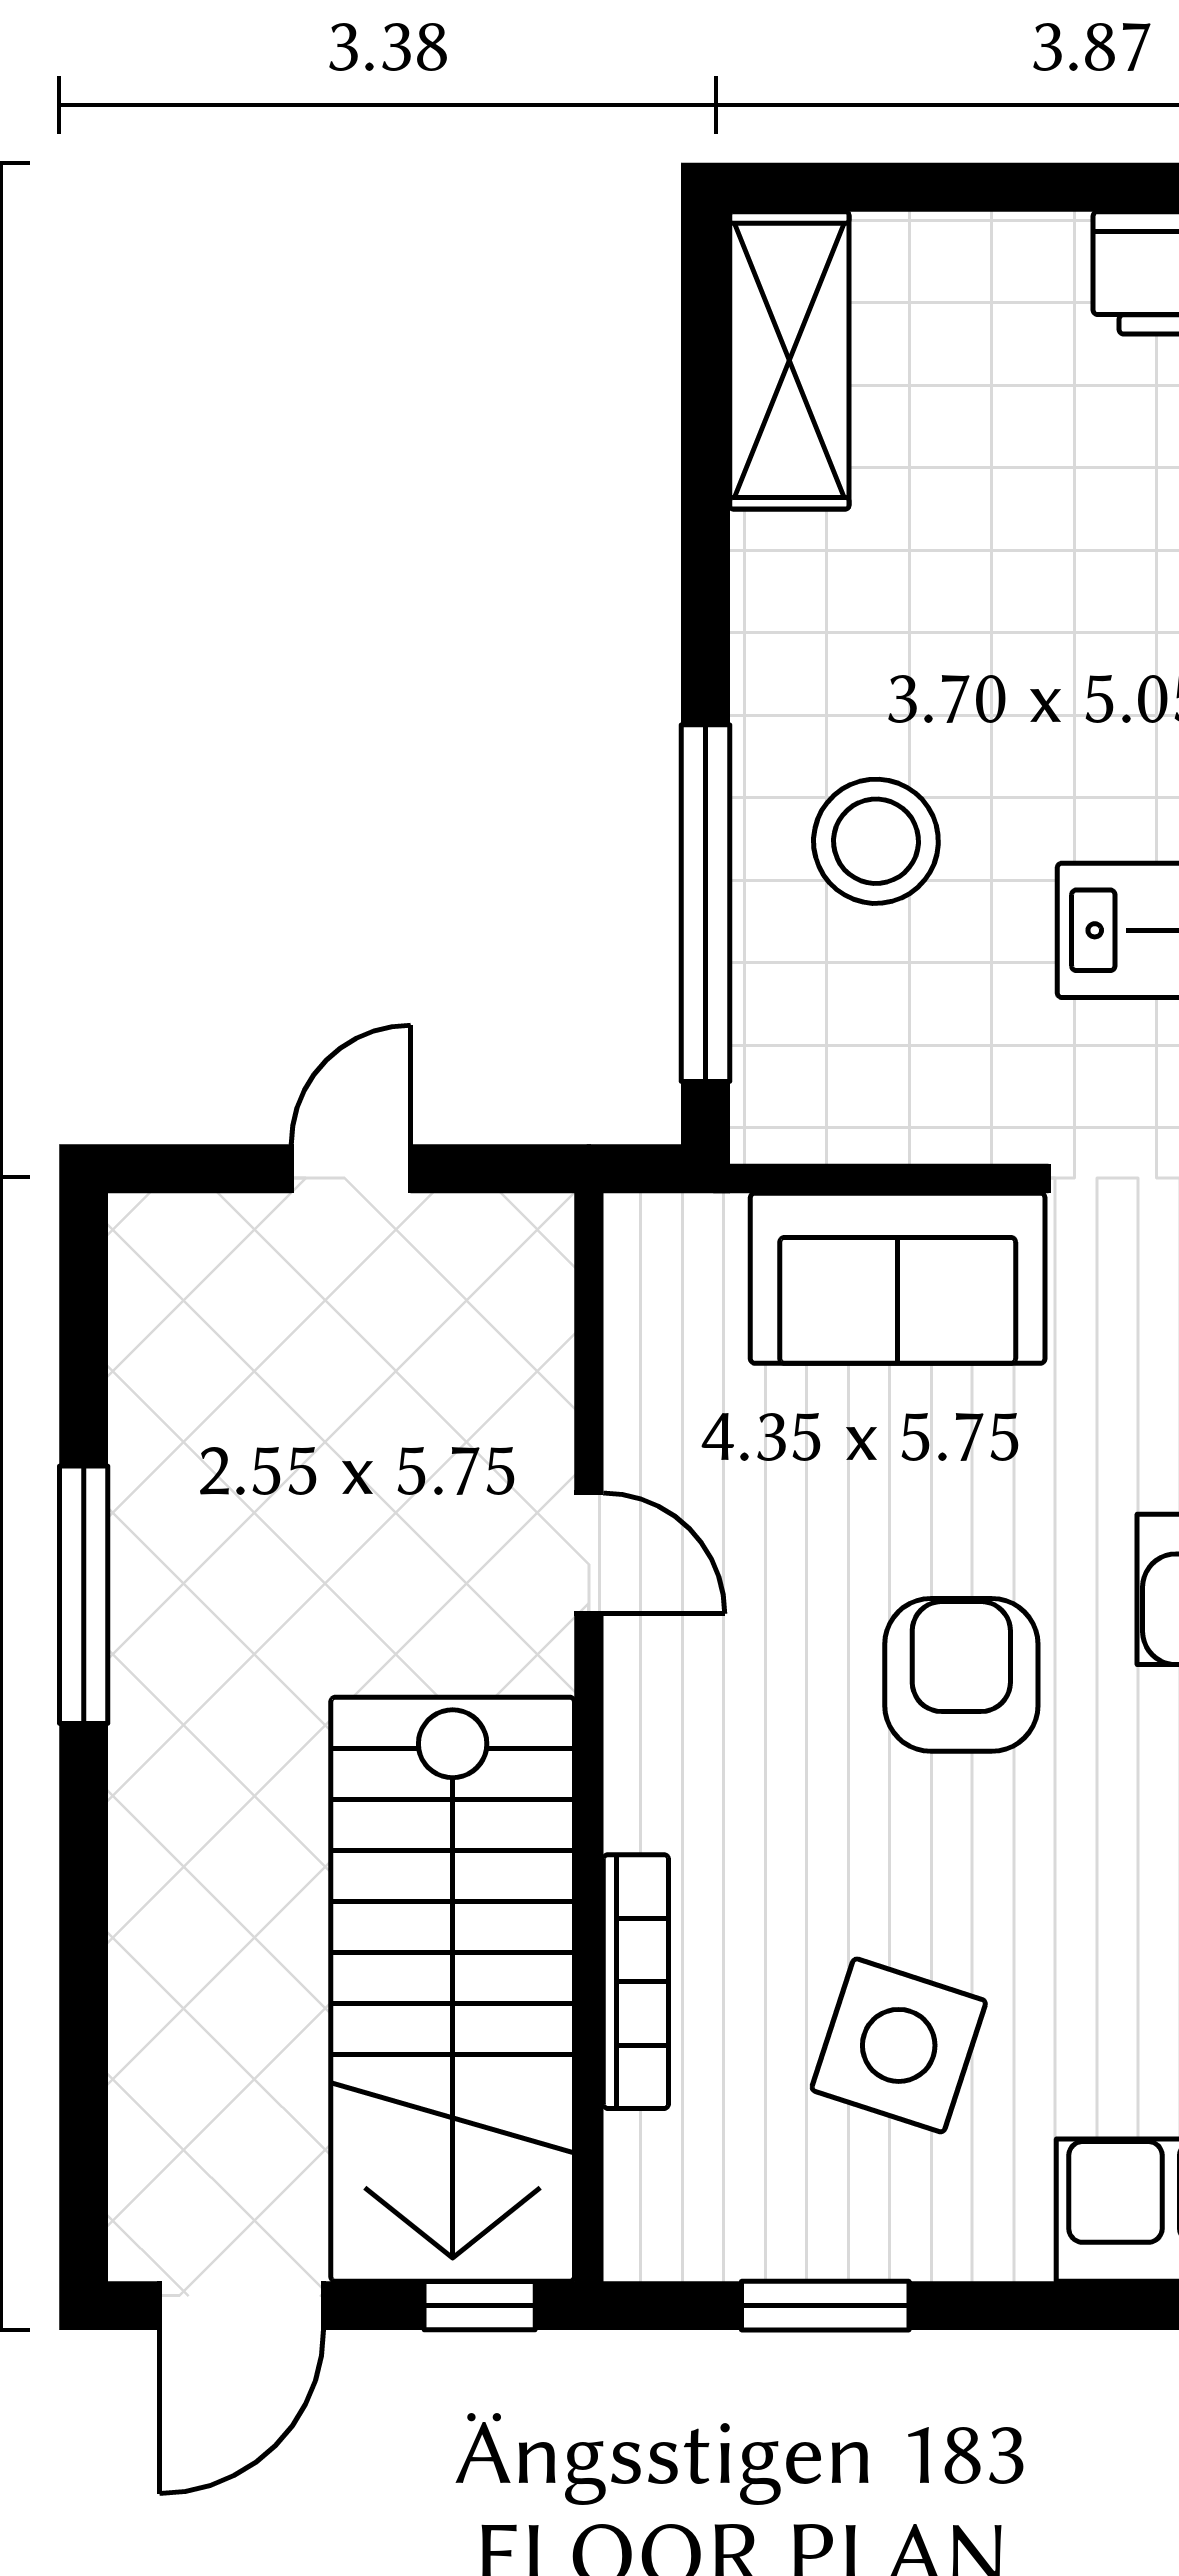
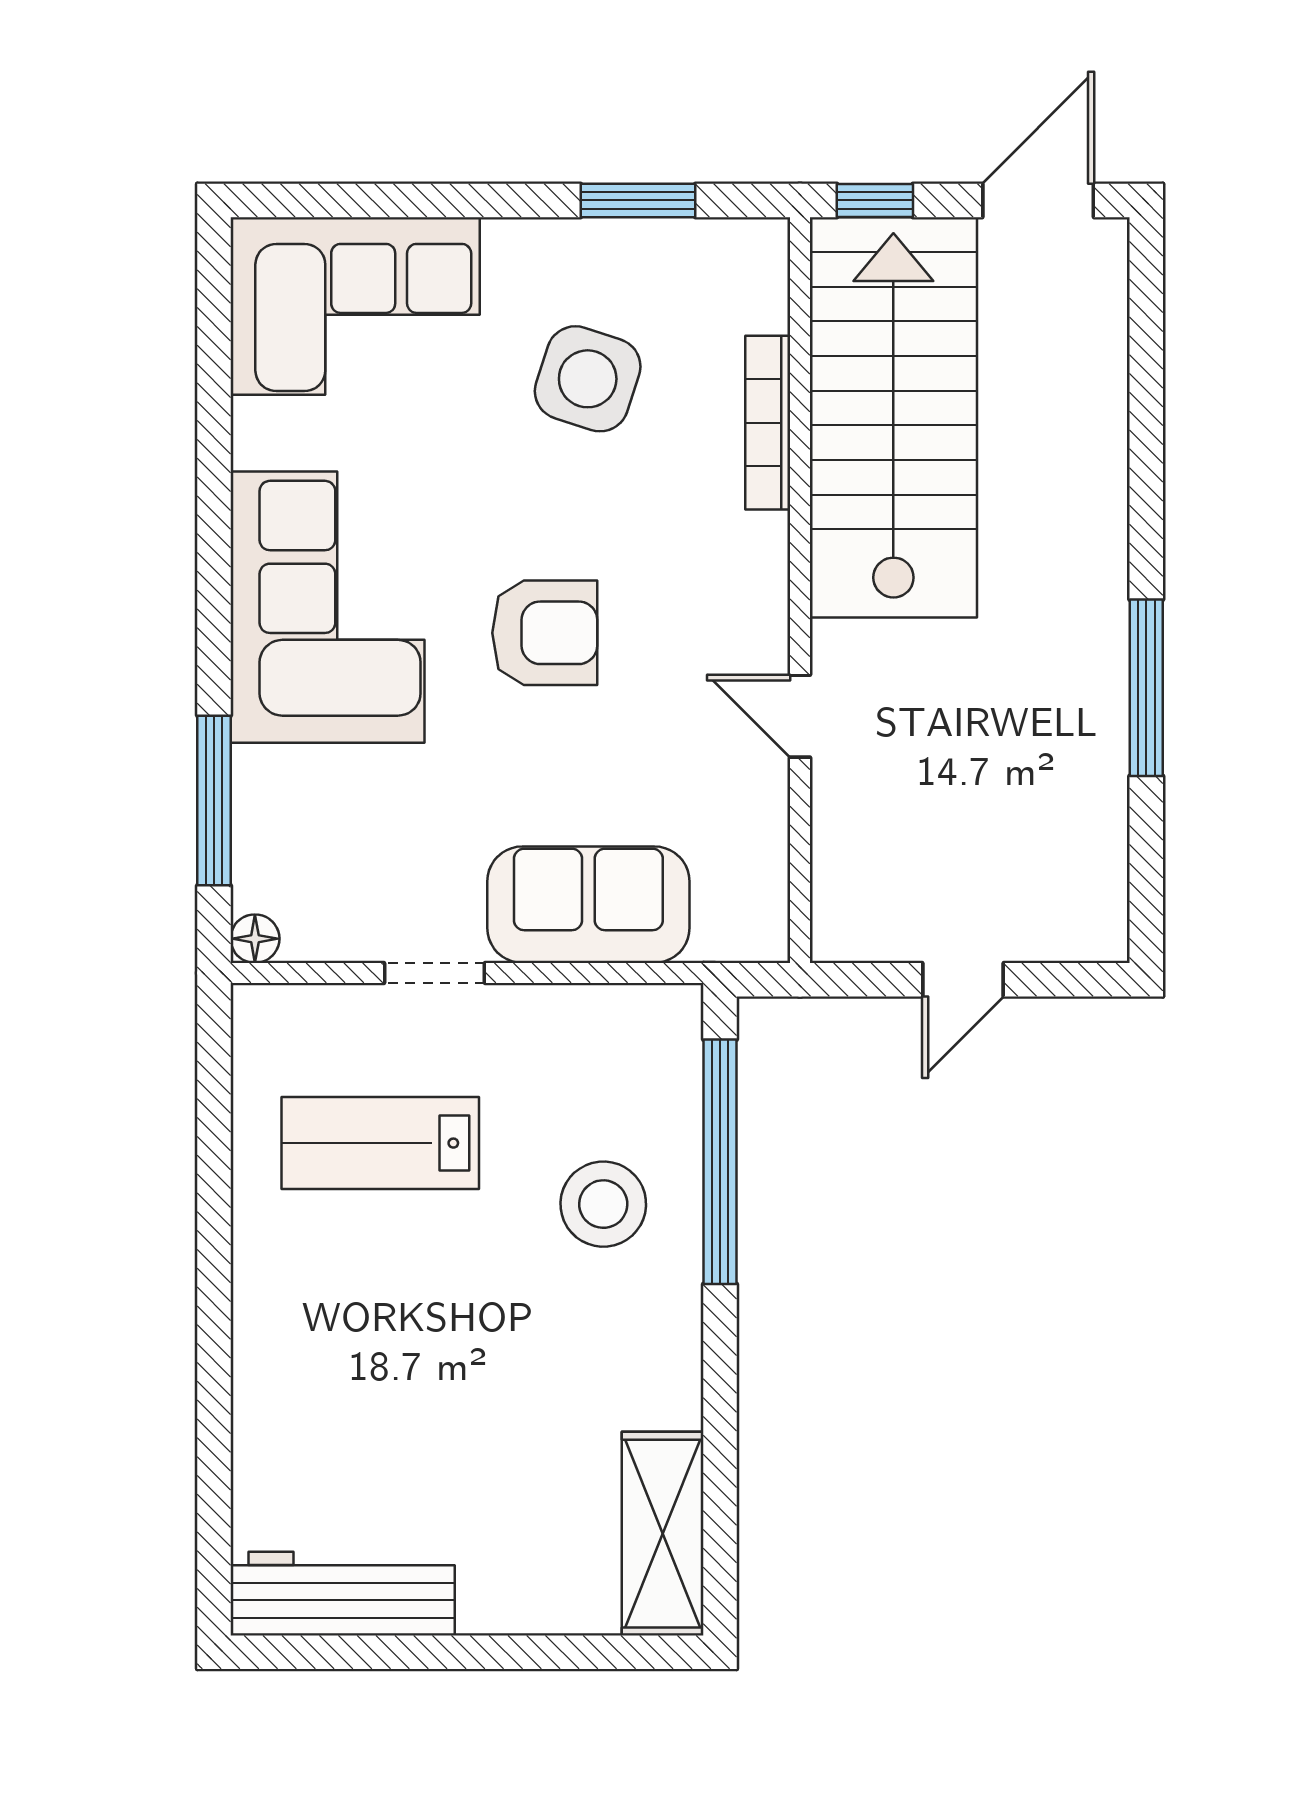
armchair: (961, 1675) -> (545, 633), turned -90

